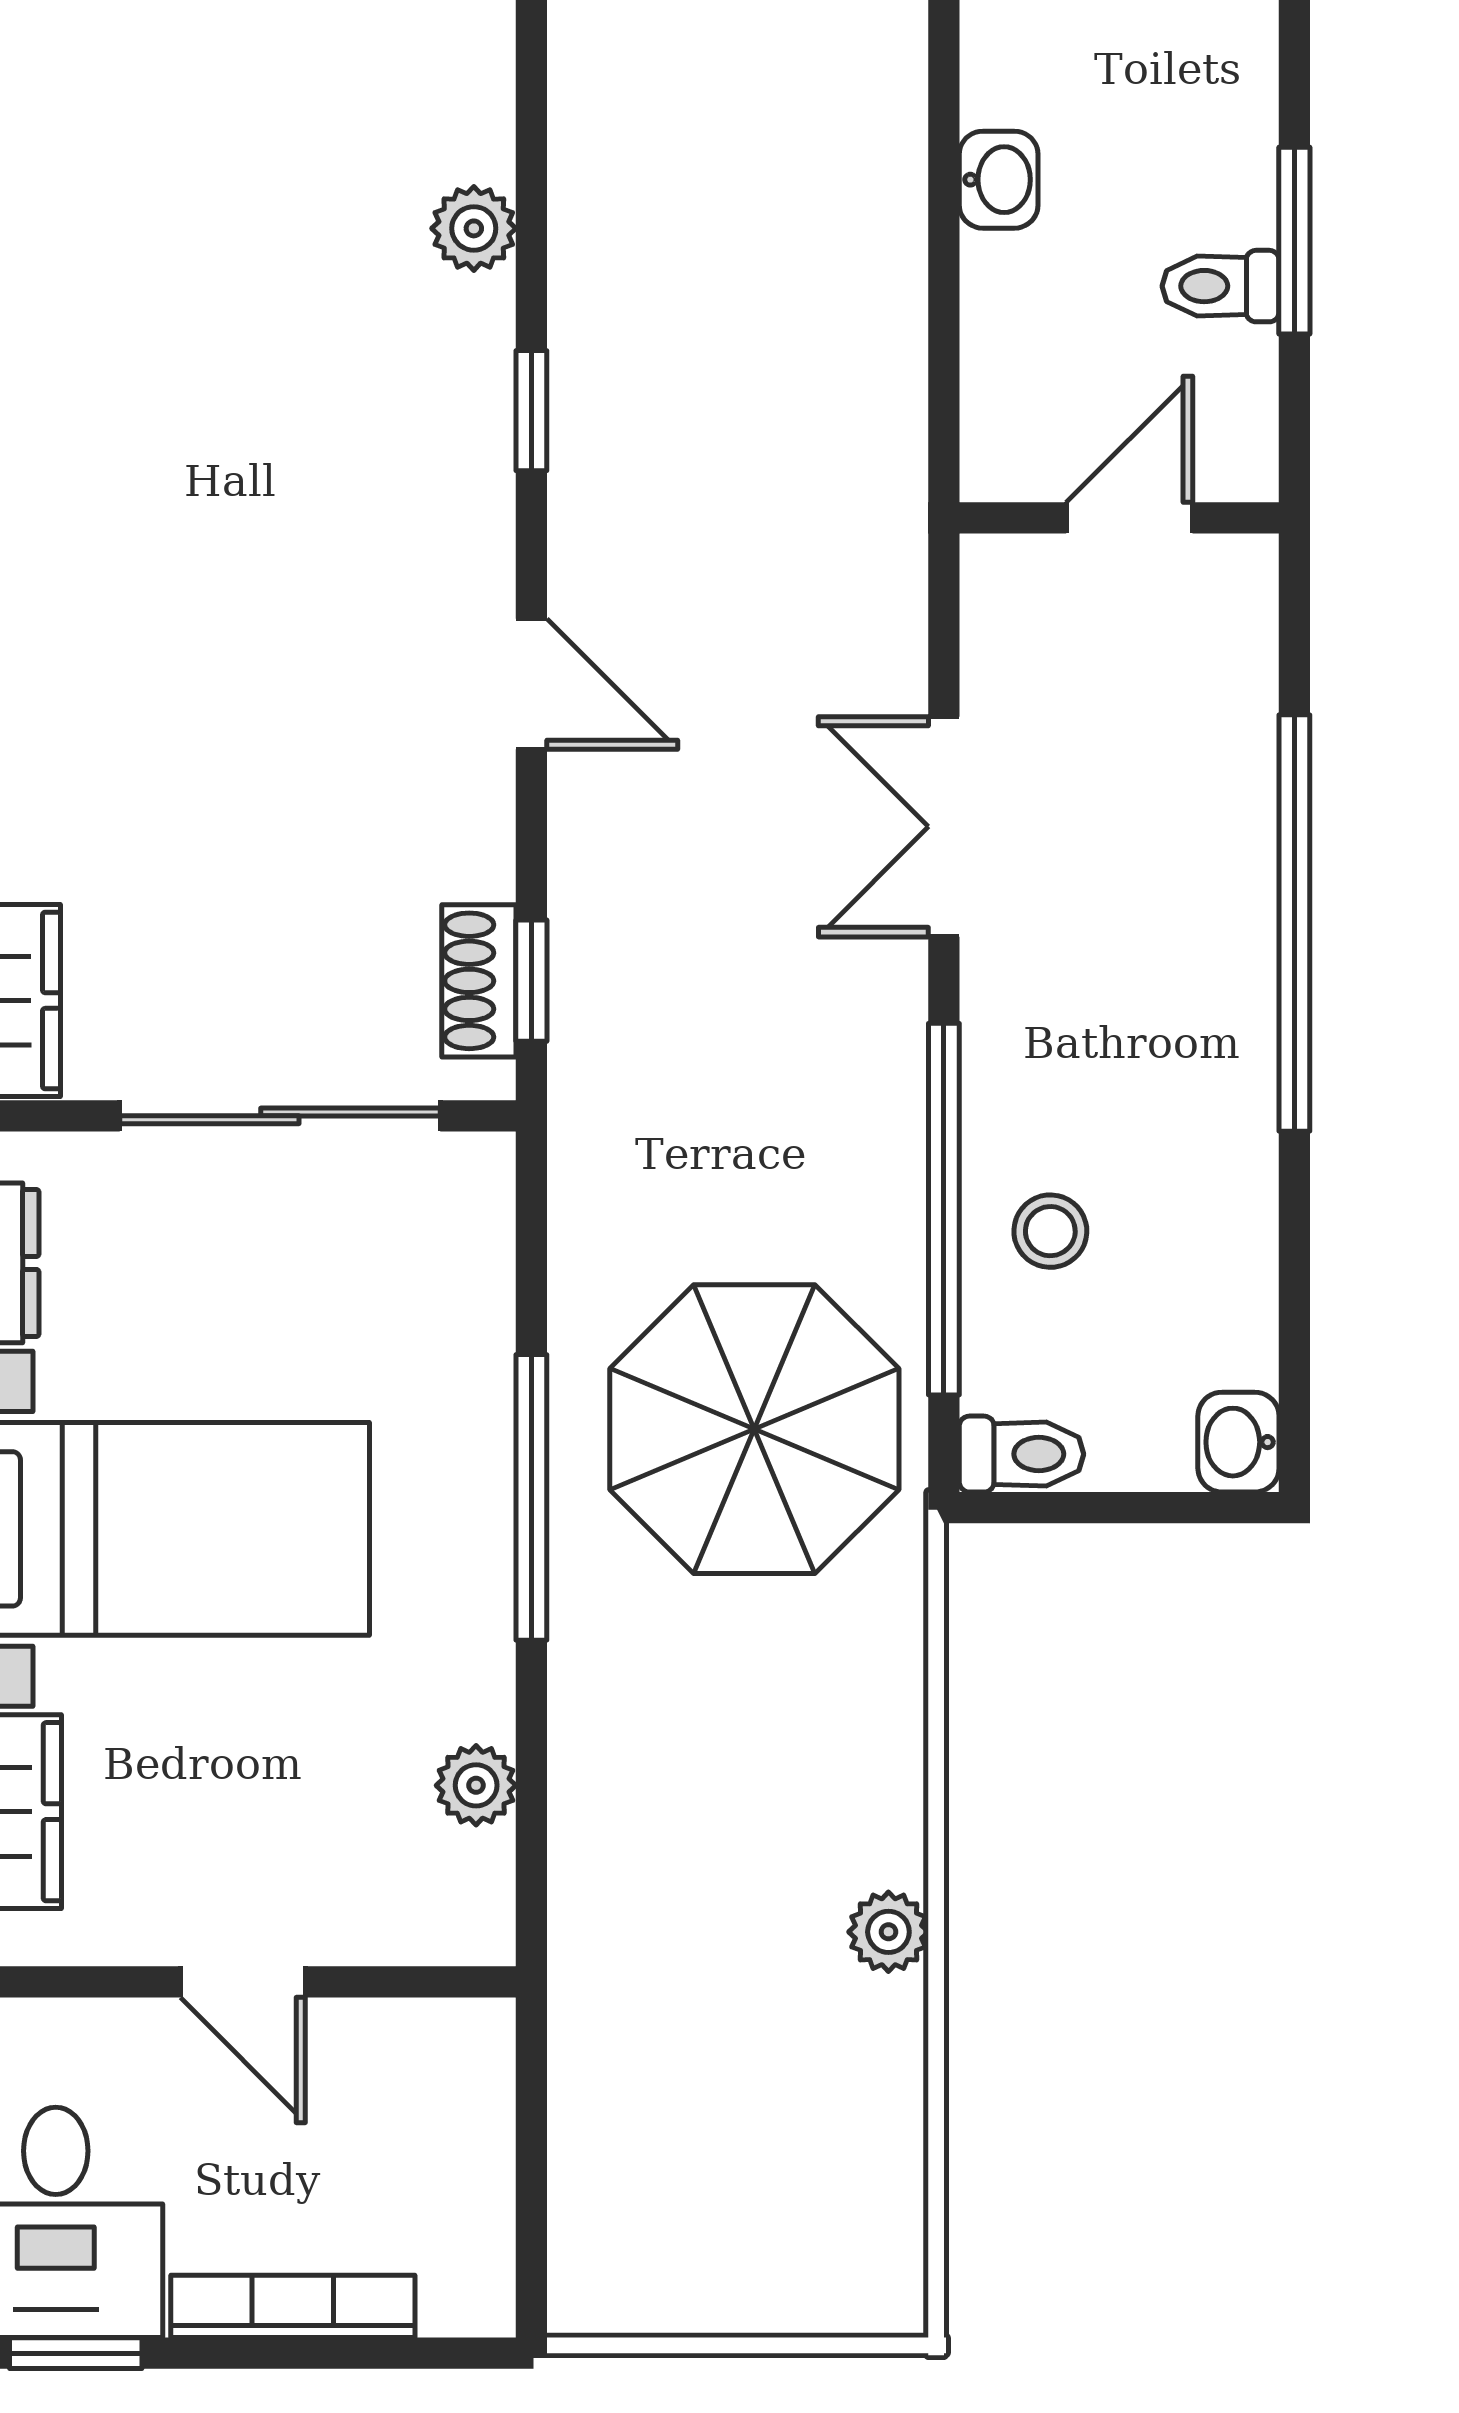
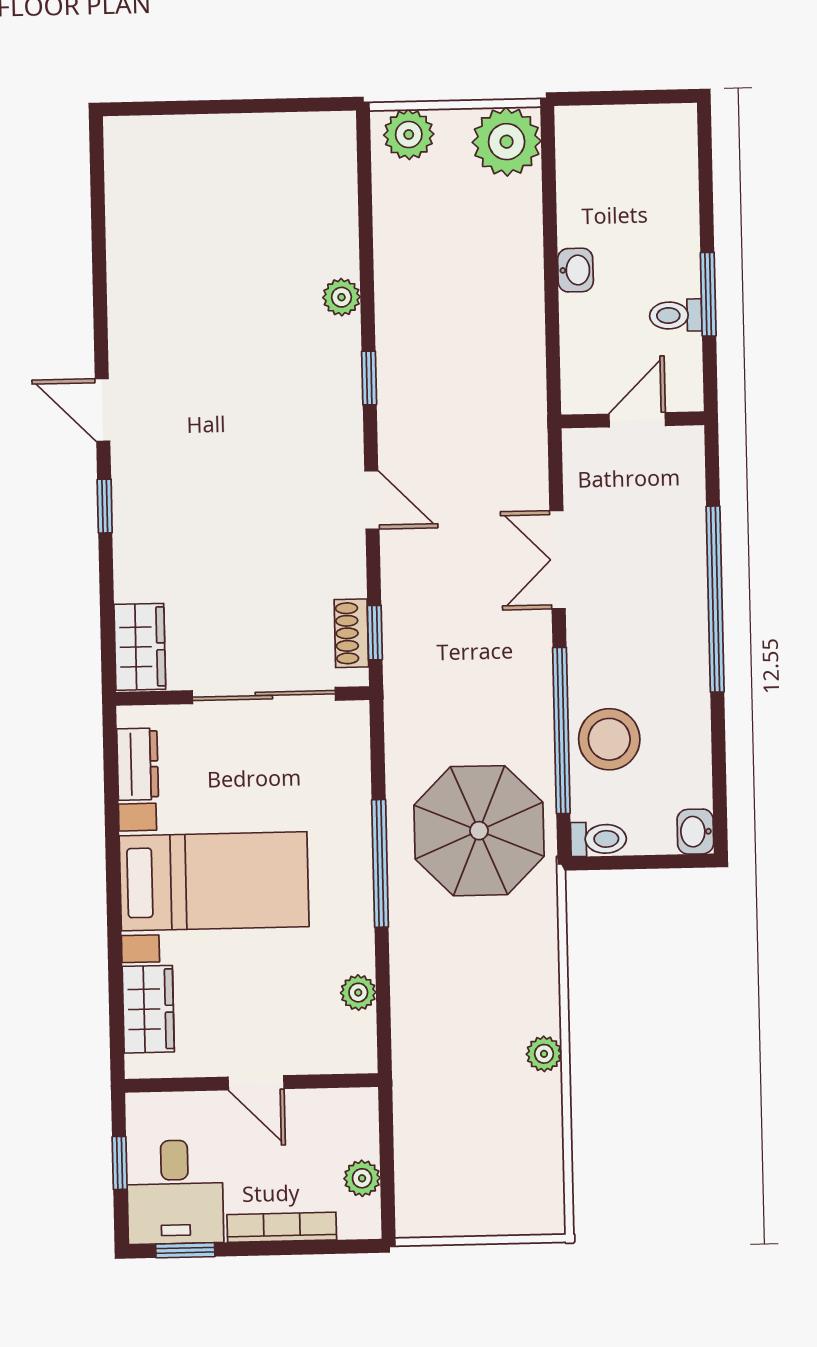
stool: (1050, 1231) -> (609, 739), width x1.89, depth x1.89
plant: (475, 2201) -> (362, 1178), added

